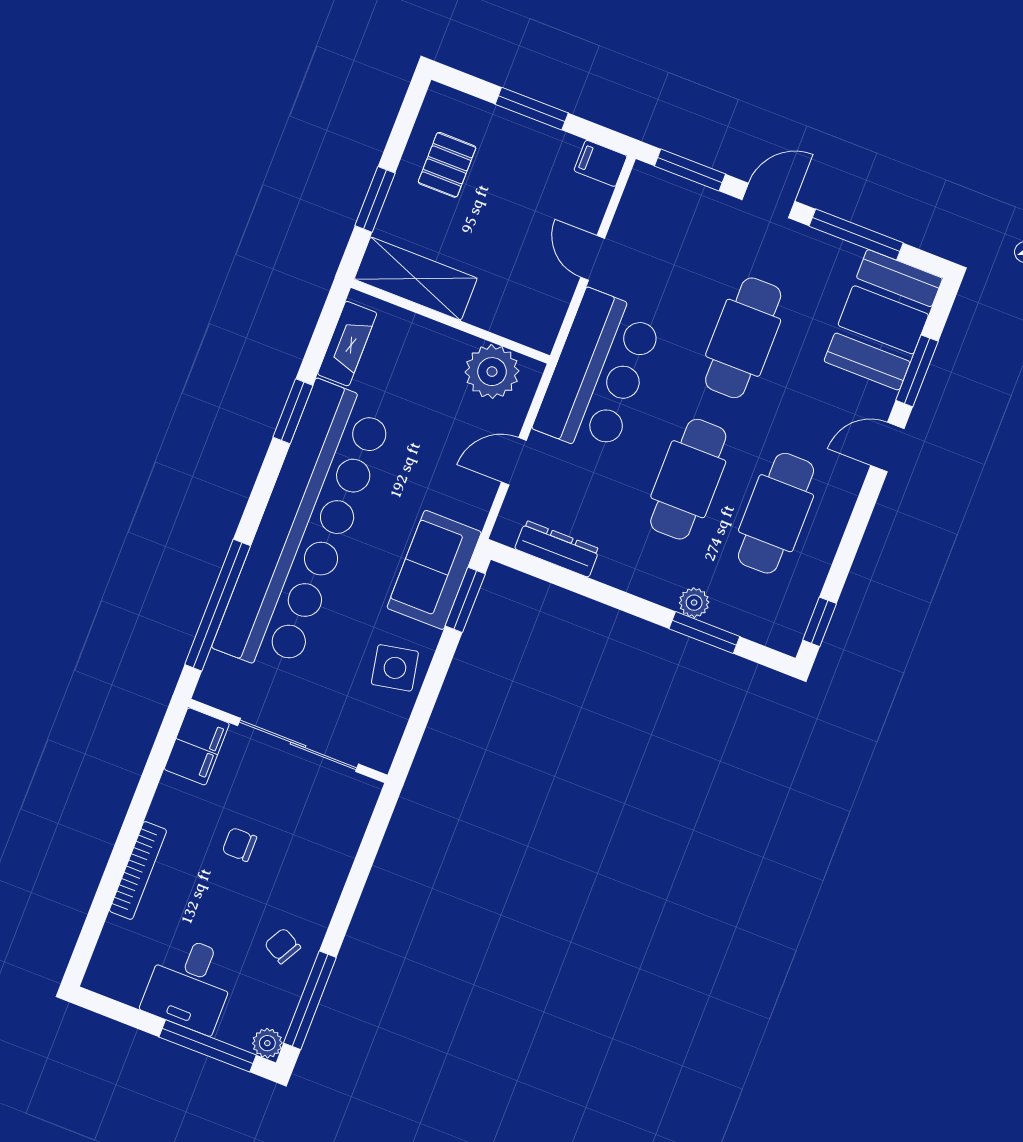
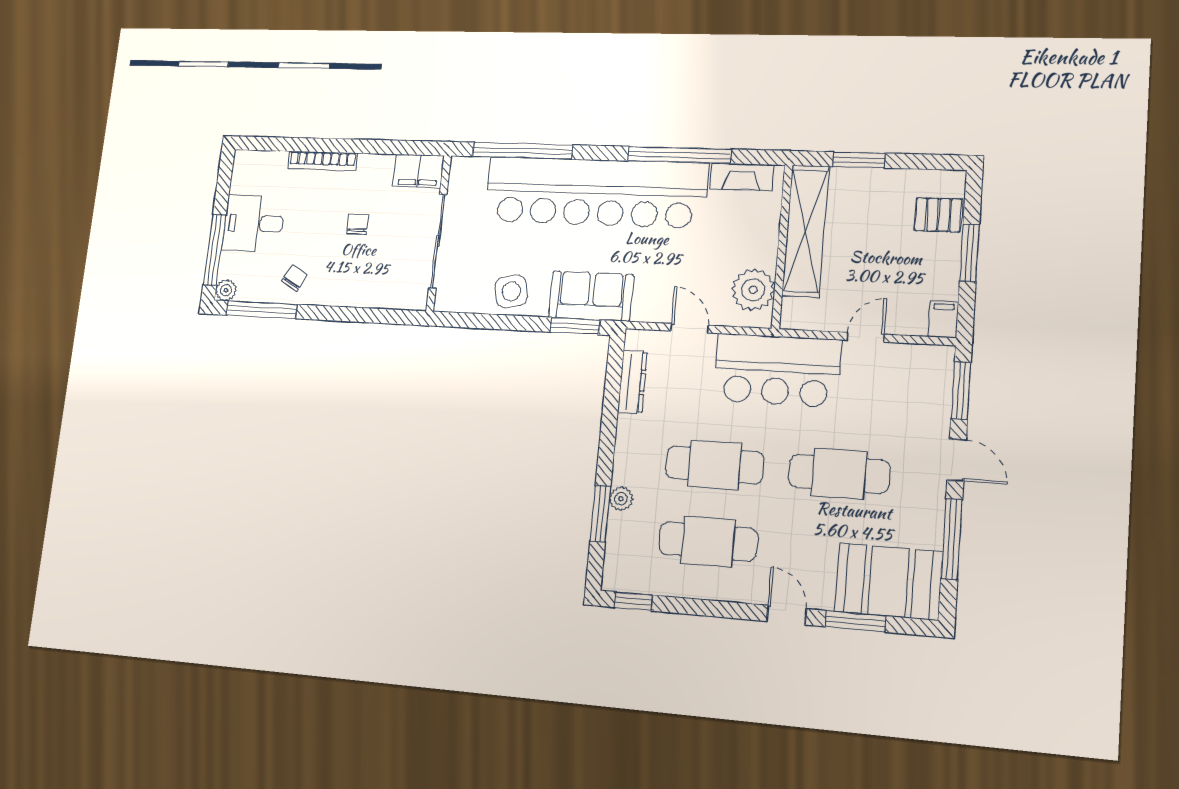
pallet: (447, 165) -> (938, 215), moved
shelving: (416, 279) -> (805, 231), width x1.47
window: (293, 411) -> (679, 155), width x2.11

